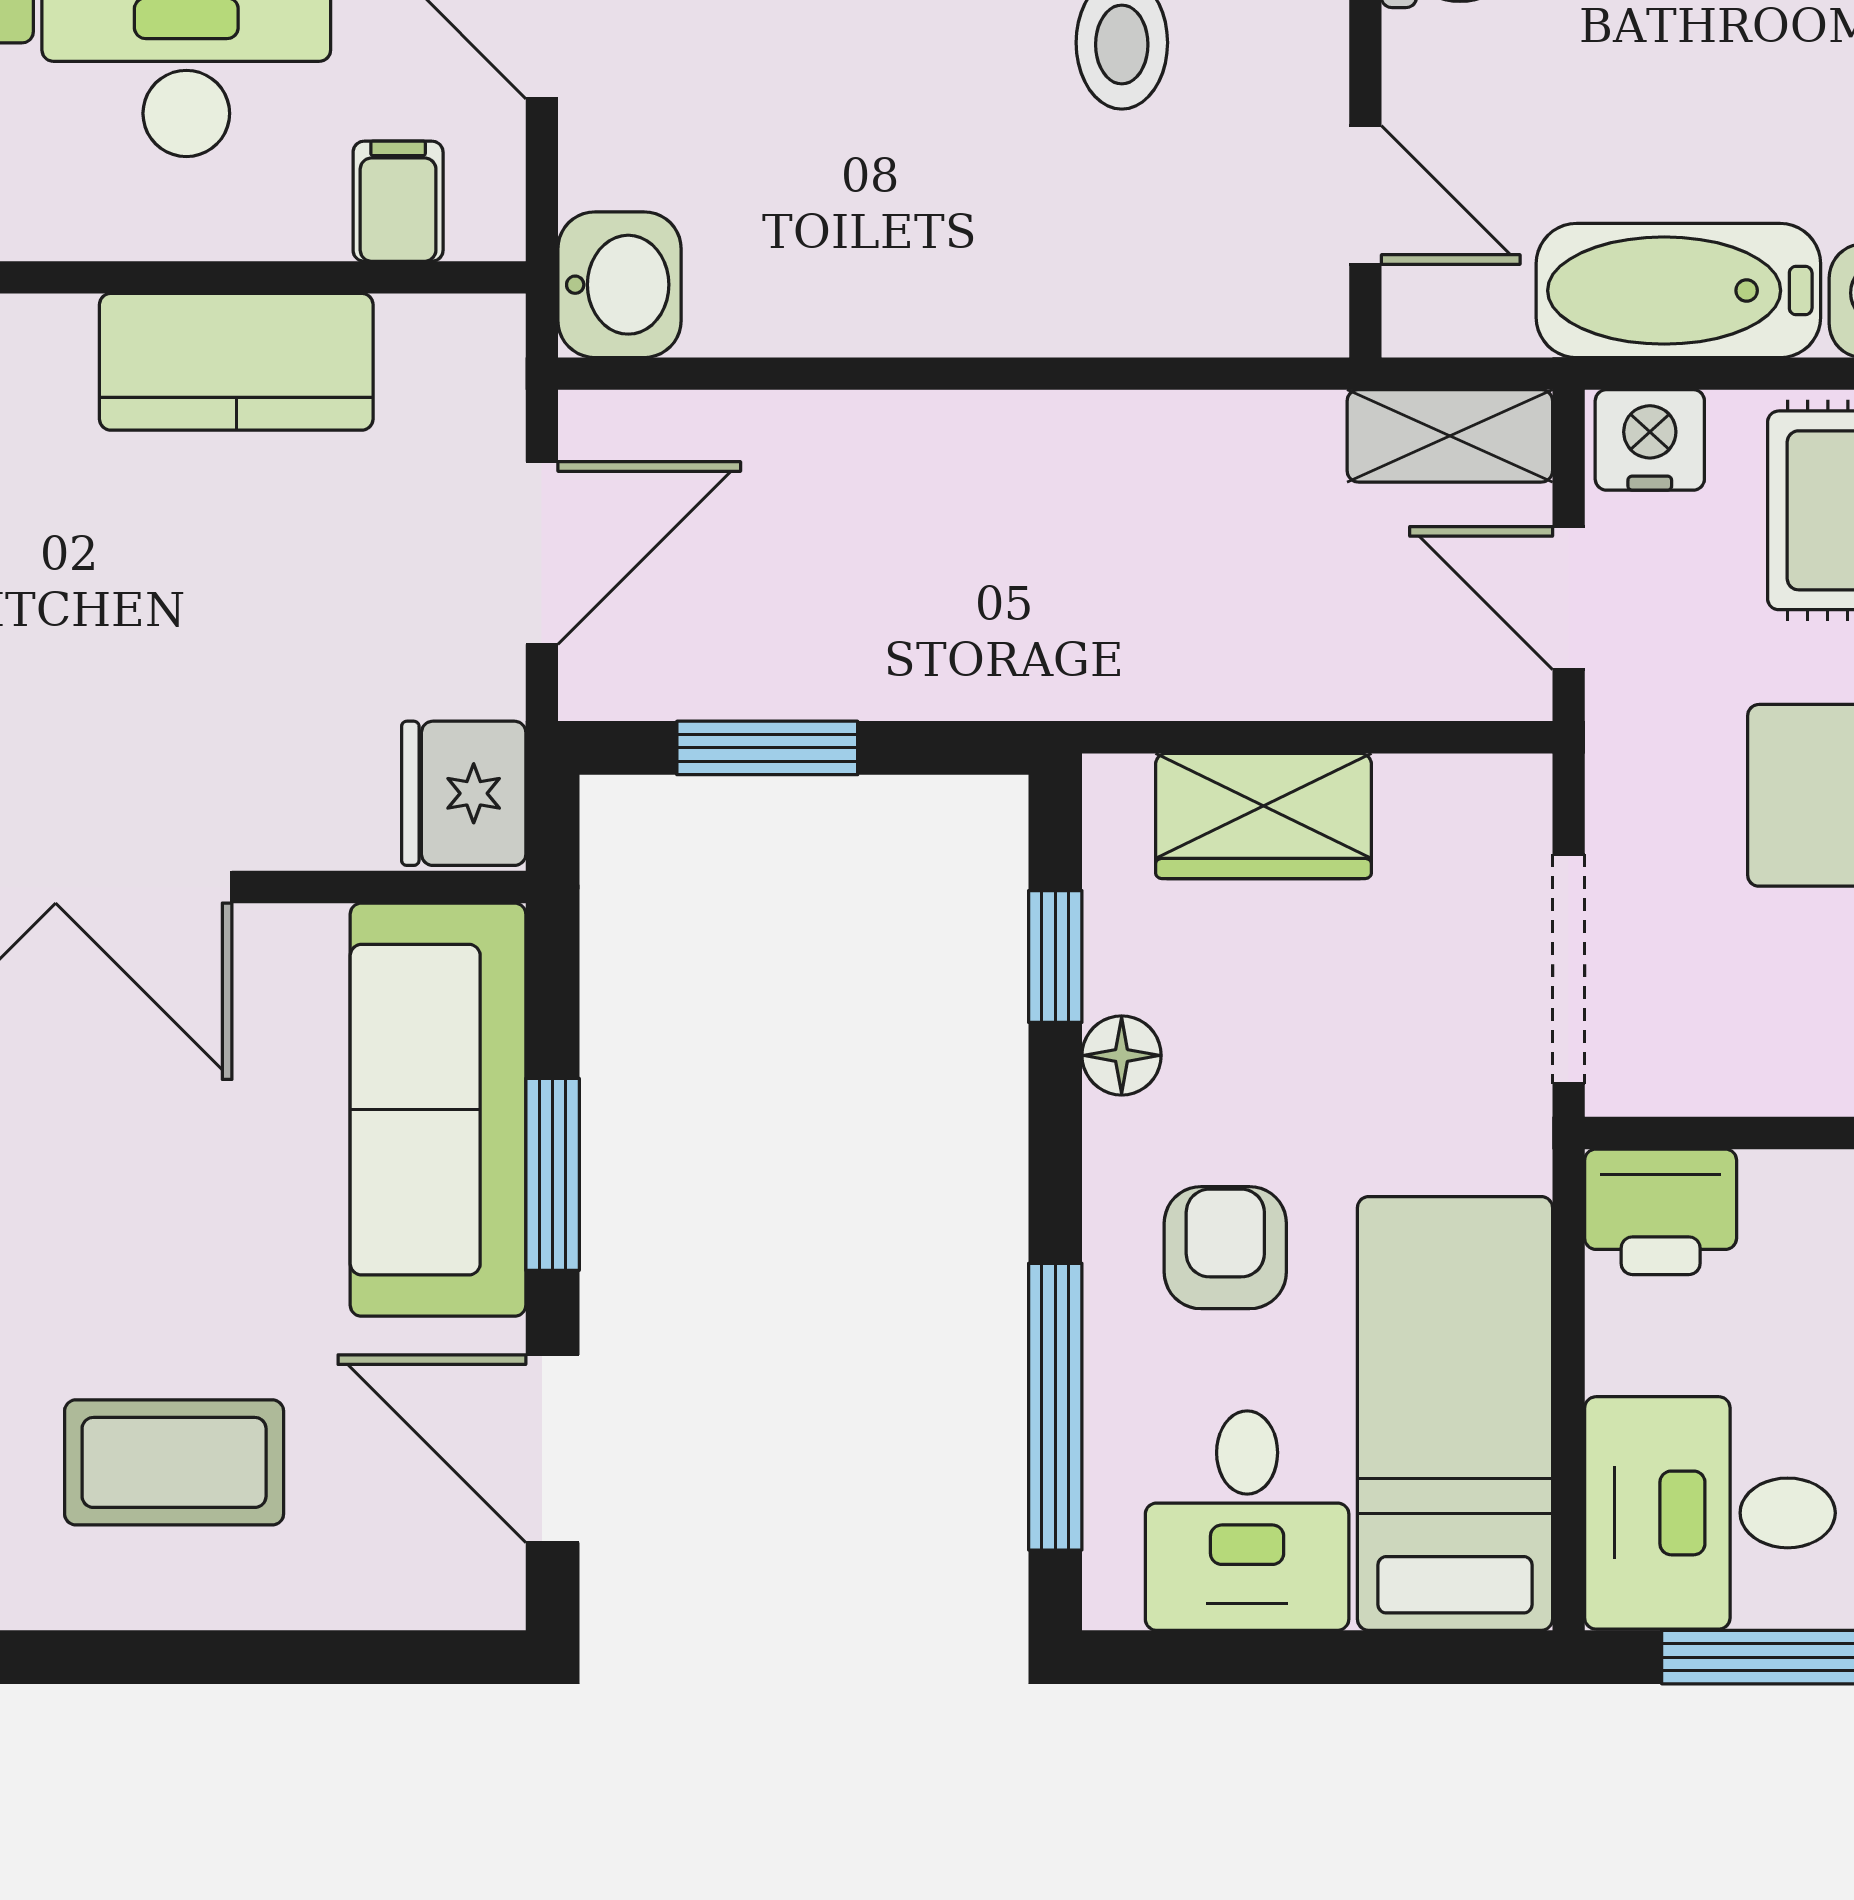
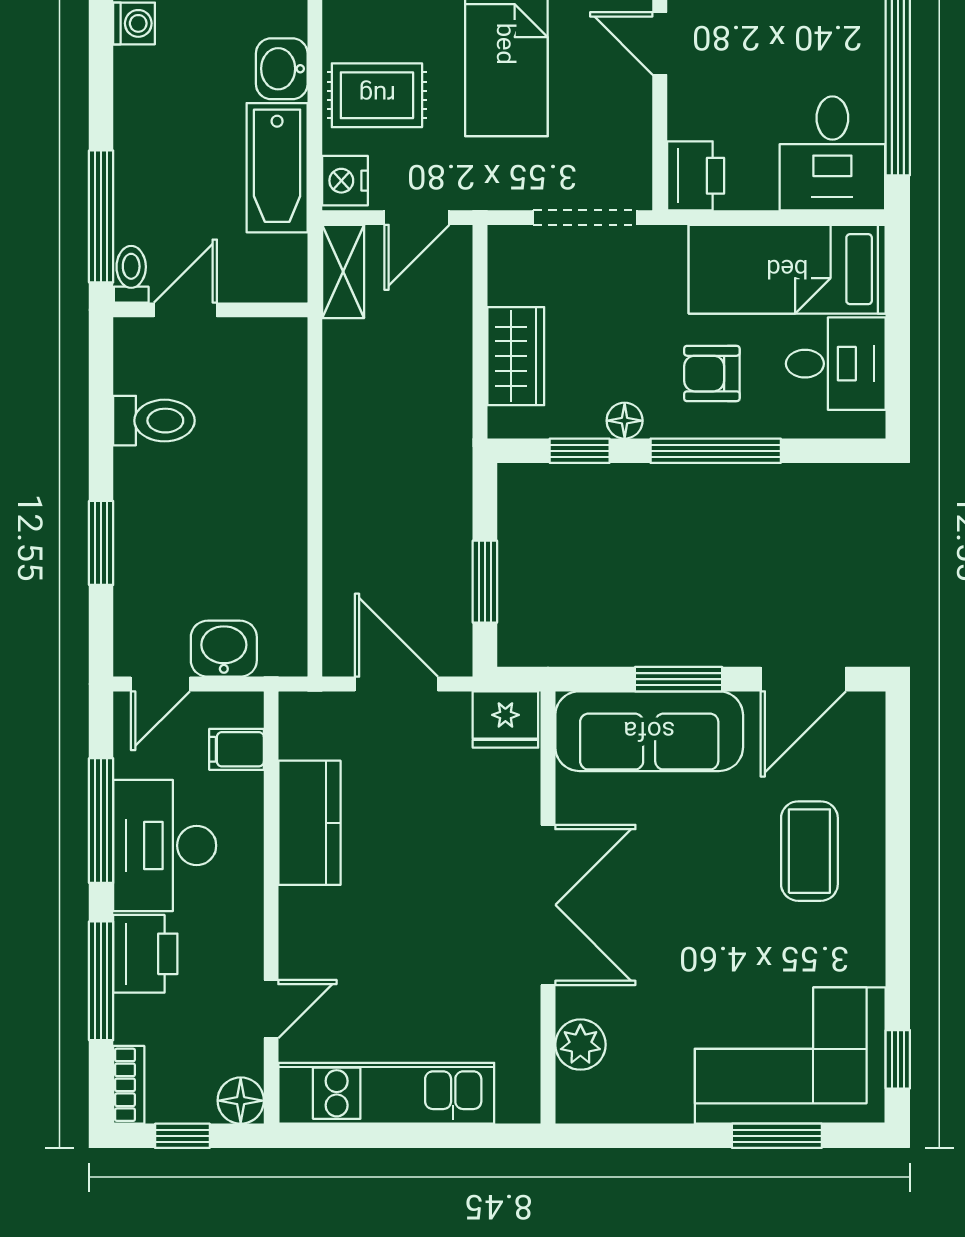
door: (1365, 195) -> (185, 310), moved
washbasin: (620, 285) -> (224, 649), moved
window: (1055, 1407) -> (716, 451), moved

